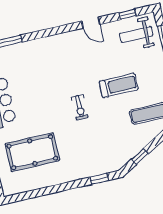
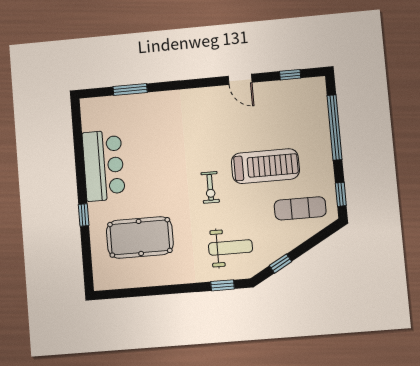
weight bench: (136, 35) -> (230, 247), moved, turned 180
treadmill: (119, 86) -> (265, 166), width x1.37, depth x1.38

